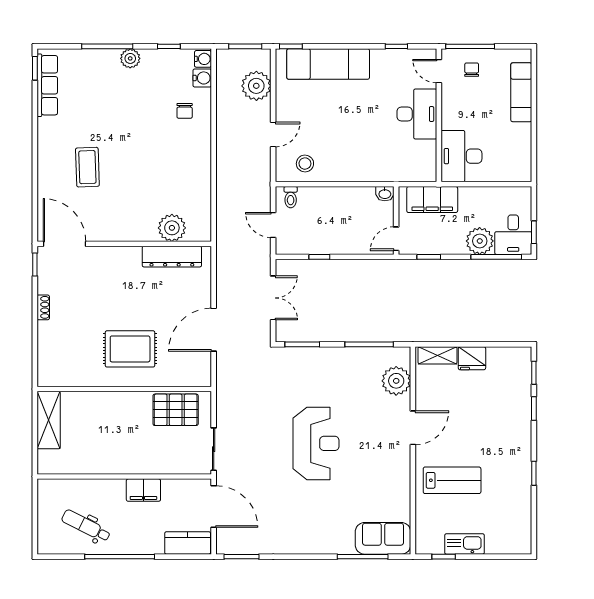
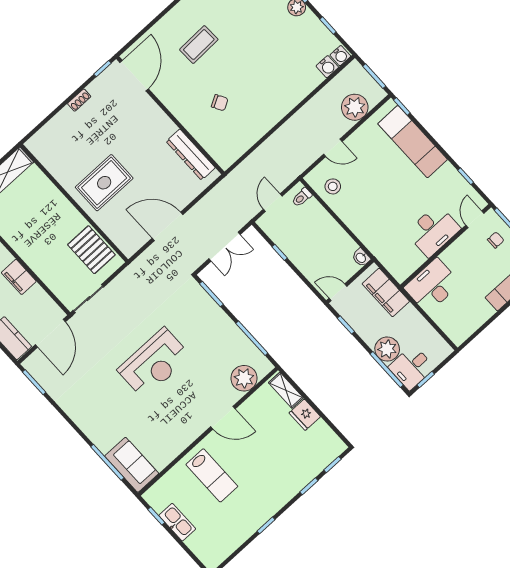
chair: (185, 111) -> (220, 103), moved, turned -119
plant: (172, 228) -> (210, 137), removed
rug: (130, 349) -> (104, 183), turned 90

